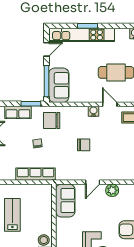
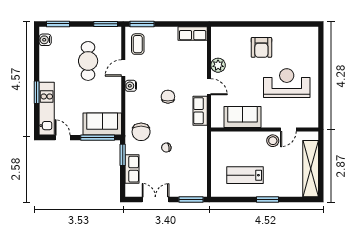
kitchen unit: (82, 35) -> (47, 109), width x0.73
row of seats: (36, 174) -> (200, 111), moved, width x0.68
sofa: (65, 201) -> (243, 117), moved

